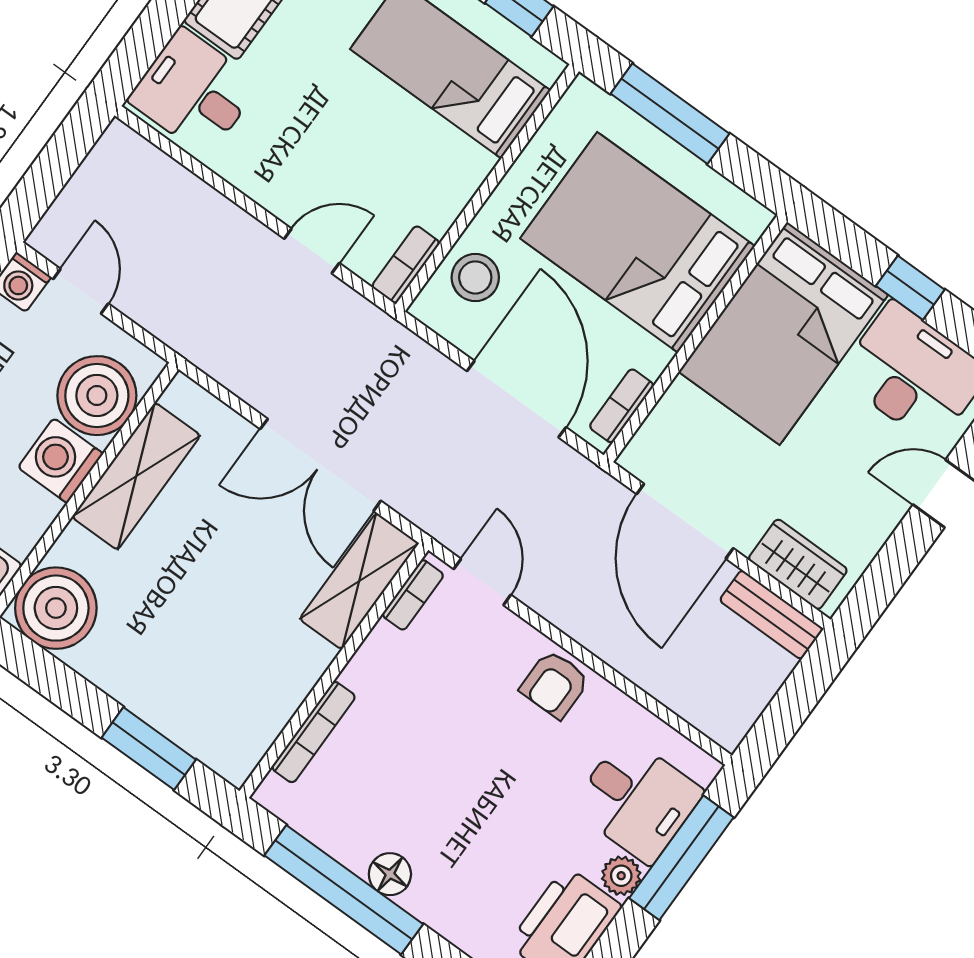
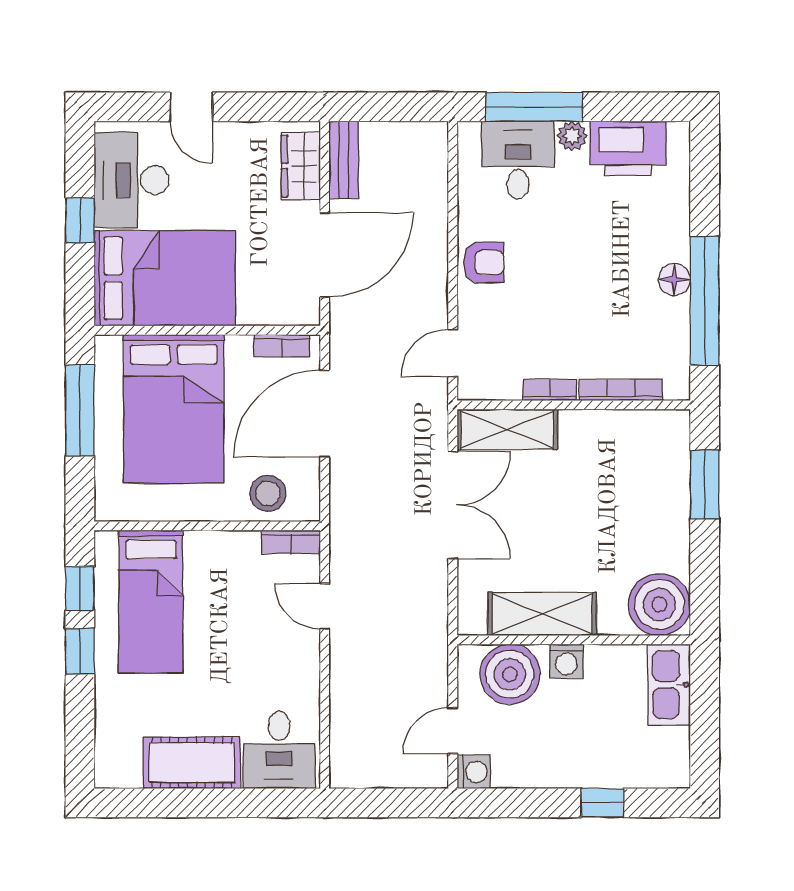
window: (670, 114) -> (80, 411), moved
washing machine: (60, 461) -> (566, 661), width x0.73, depth x0.73
bookcase: (413, 595) -> (550, 390), moved

